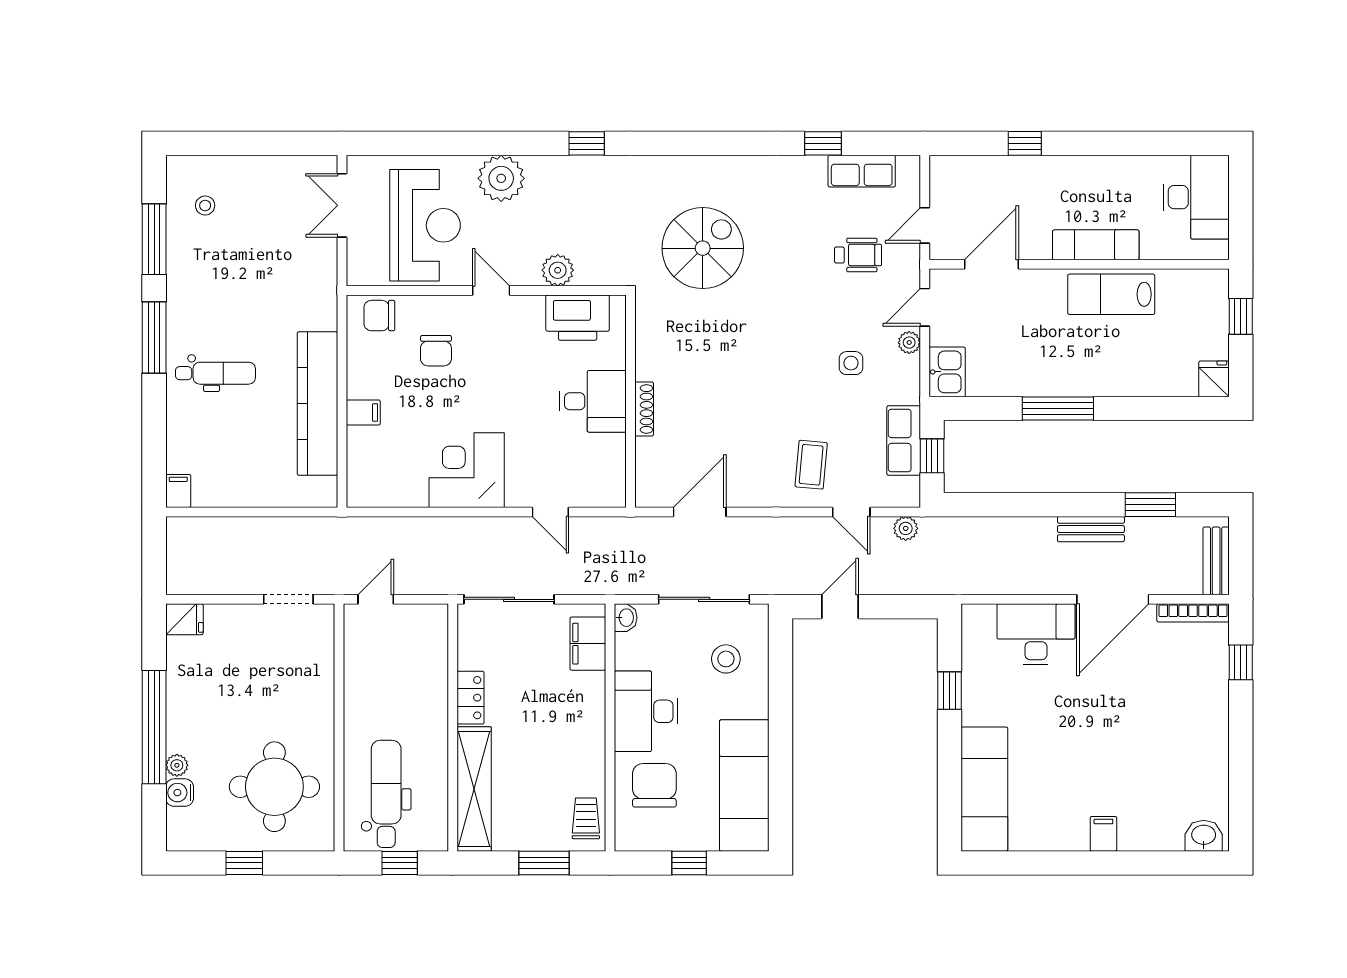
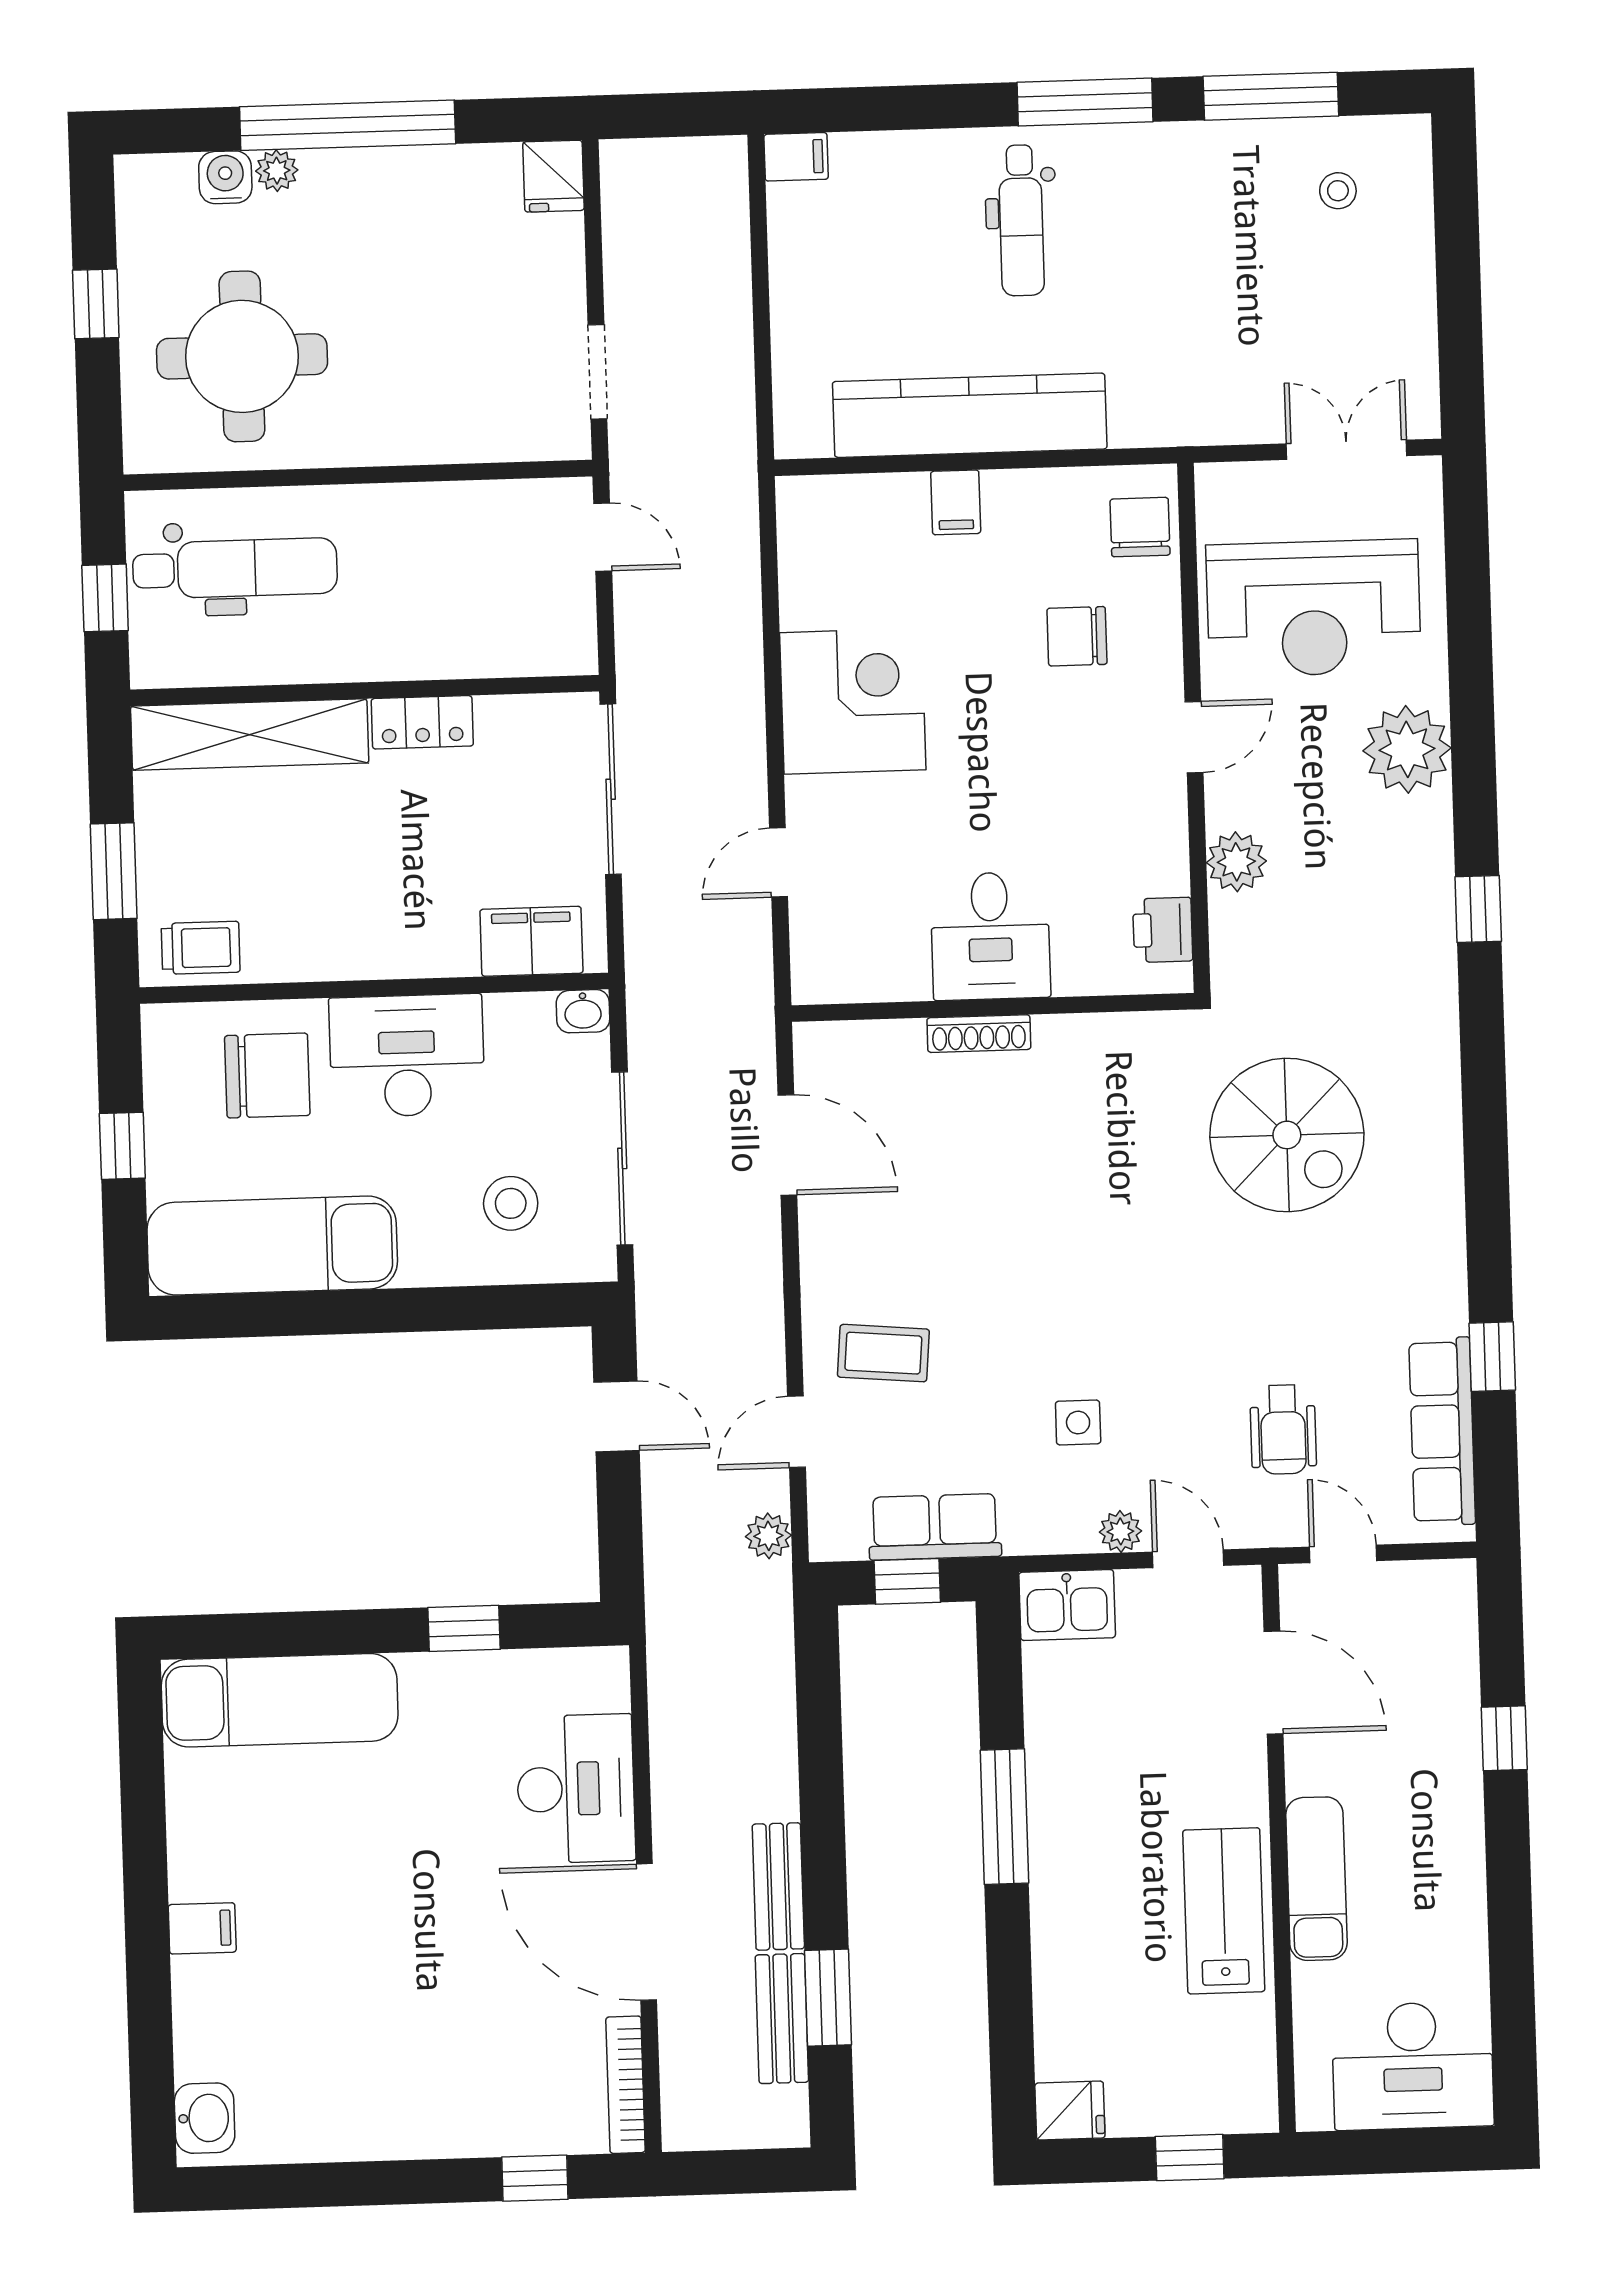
row of seats: (862, 171) -> (1442, 1431), width x1.48
printer: (578, 318) -> (1163, 930), width x0.53, depth x0.68
bench: (1216, 561) -> (782, 2019), moved, turned 90

